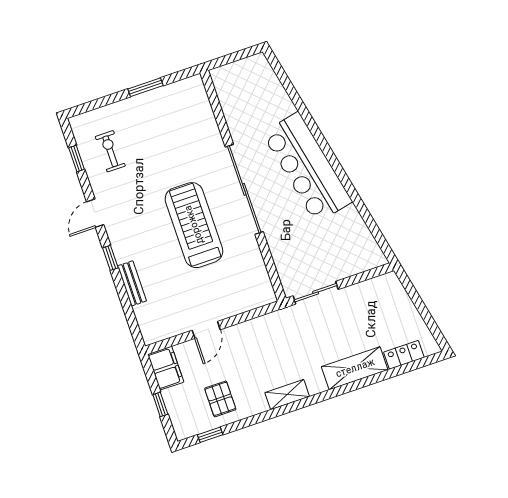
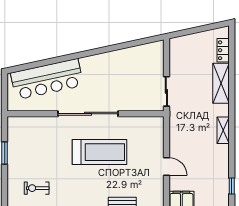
bar counter: (307, 167) -> (47, 79), moved
treadmill: (194, 225) -> (99, 152), turned 180
pallet: (220, 399) -> (212, 172), removed

